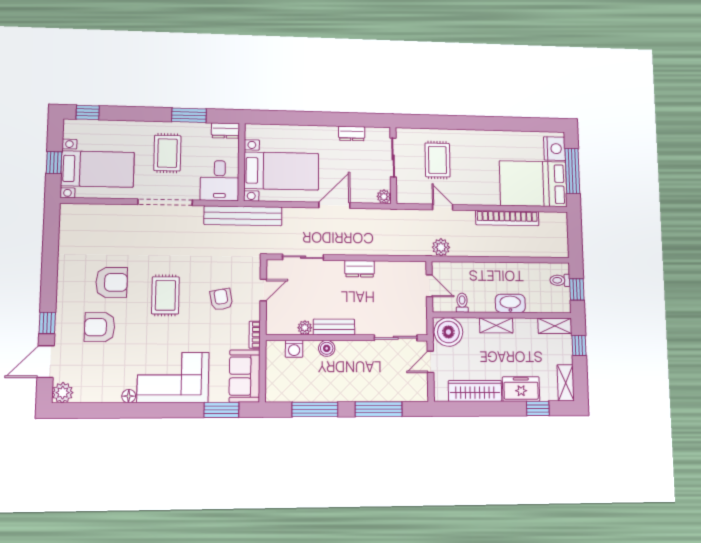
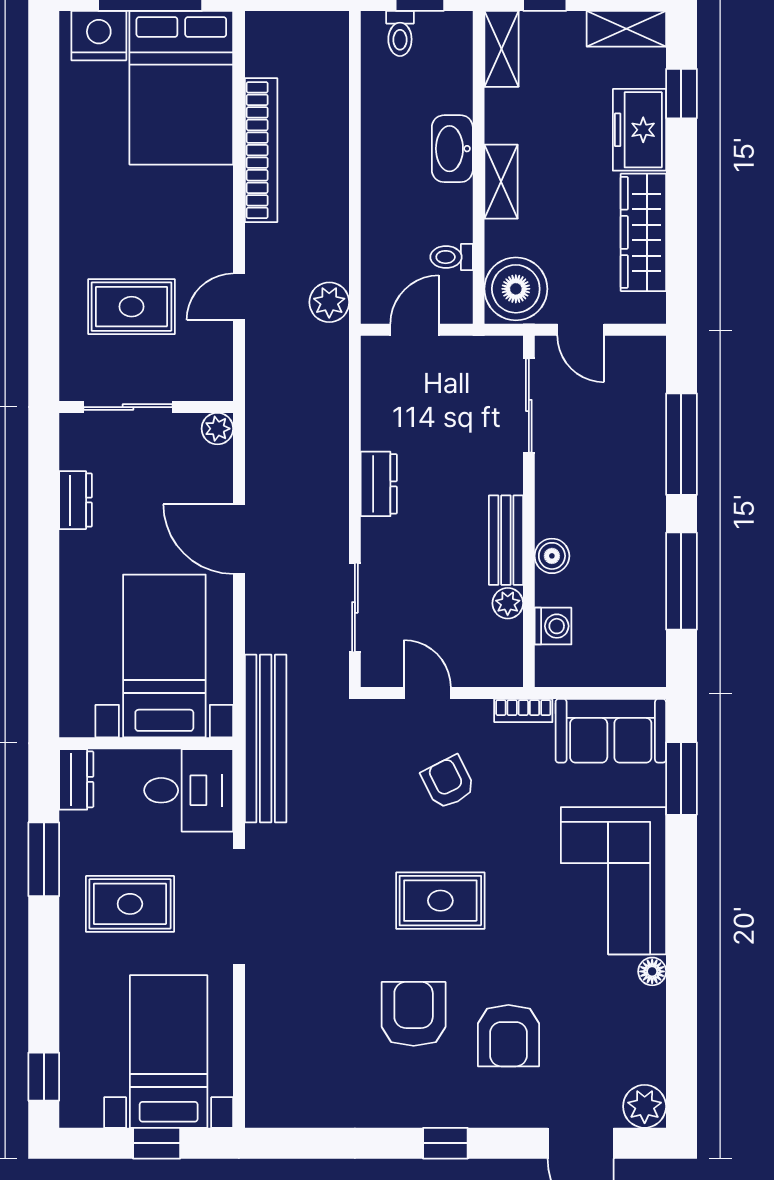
armchair: (221, 299) -> (448, 782), turned 74
window: (47, 323) -> (445, 1143), moved

